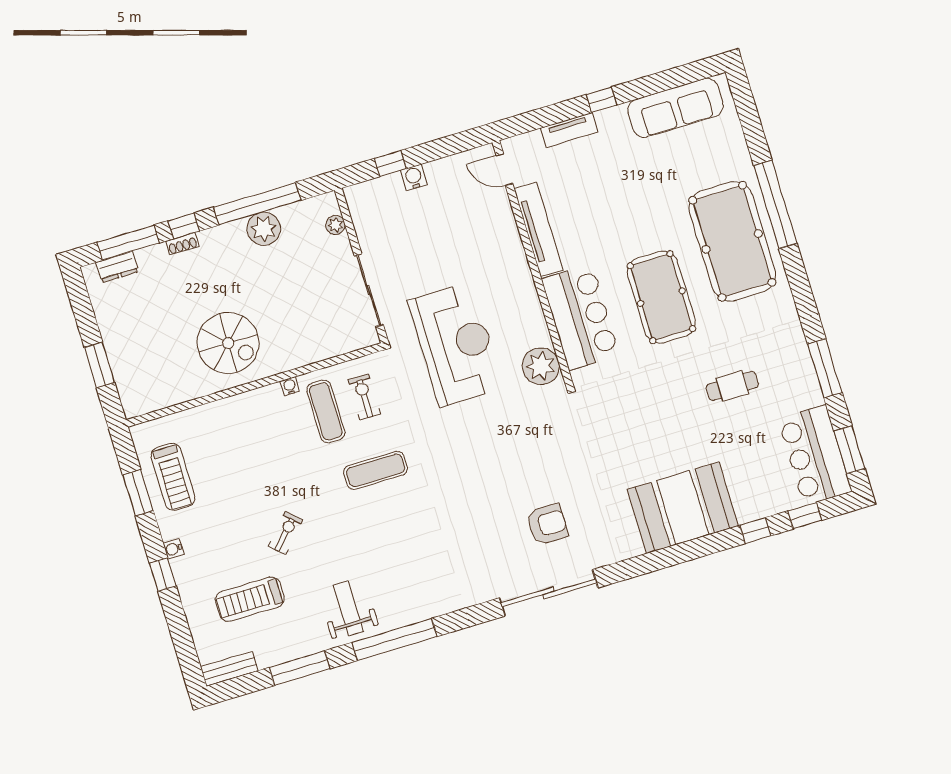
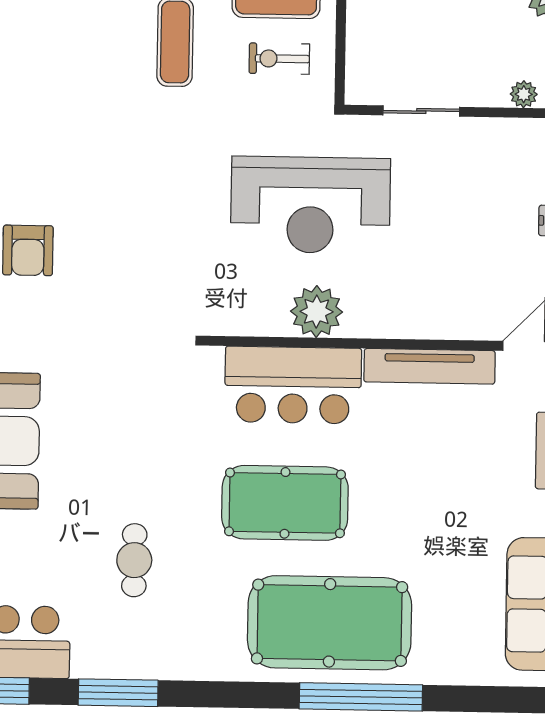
sliding door: (369, 290) -> (421, 111), width x0.73
plant: (541, 366) -> (317, 312), moved
exercise bike: (364, 397) -> (279, 59), turned 180

